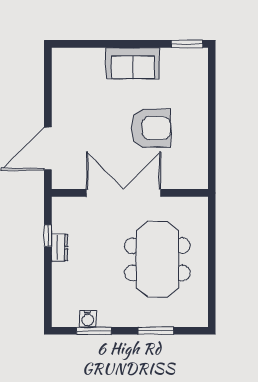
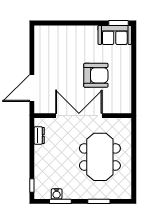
sofa: (133, 63) -> (115, 35), moved
window: (48, 236) -> (32, 186), moved
dresser: (60, 248) -> (39, 135), moved

